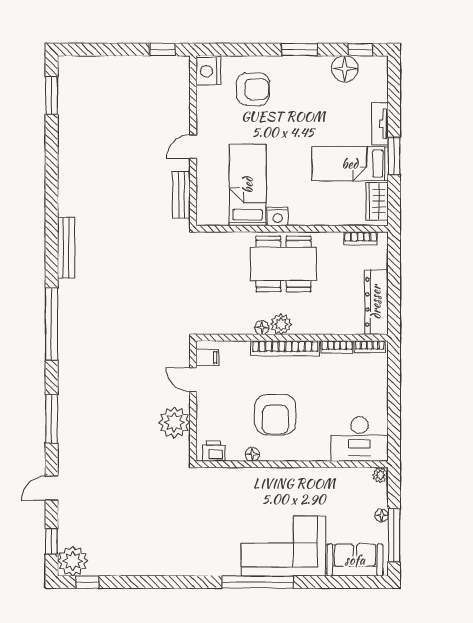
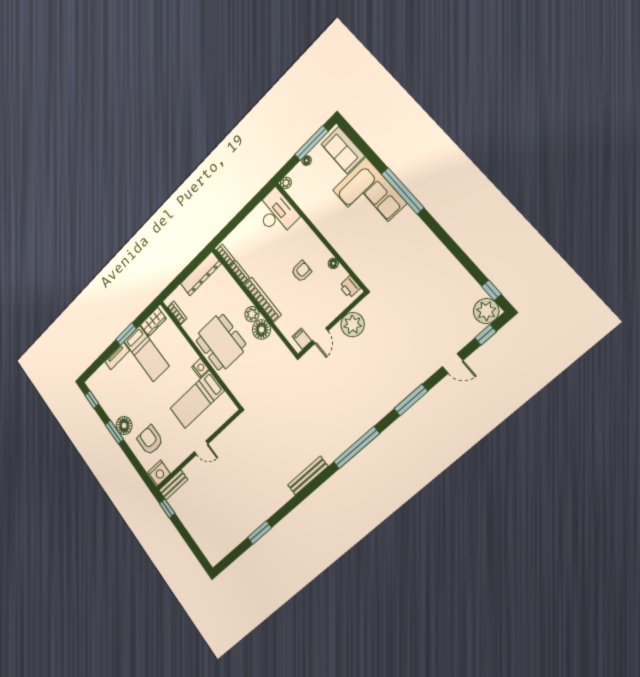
floor lamp: (345, 69) -> (124, 425), moved
window: (52, 95) -> (260, 533), moved
bench: (181, 195) -> (173, 485), moved
floor lamp: (262, 328) -> (261, 330), width x1.89, depth x1.89
armchair: (275, 415) -> (301, 271), width x0.53, depth x0.53

